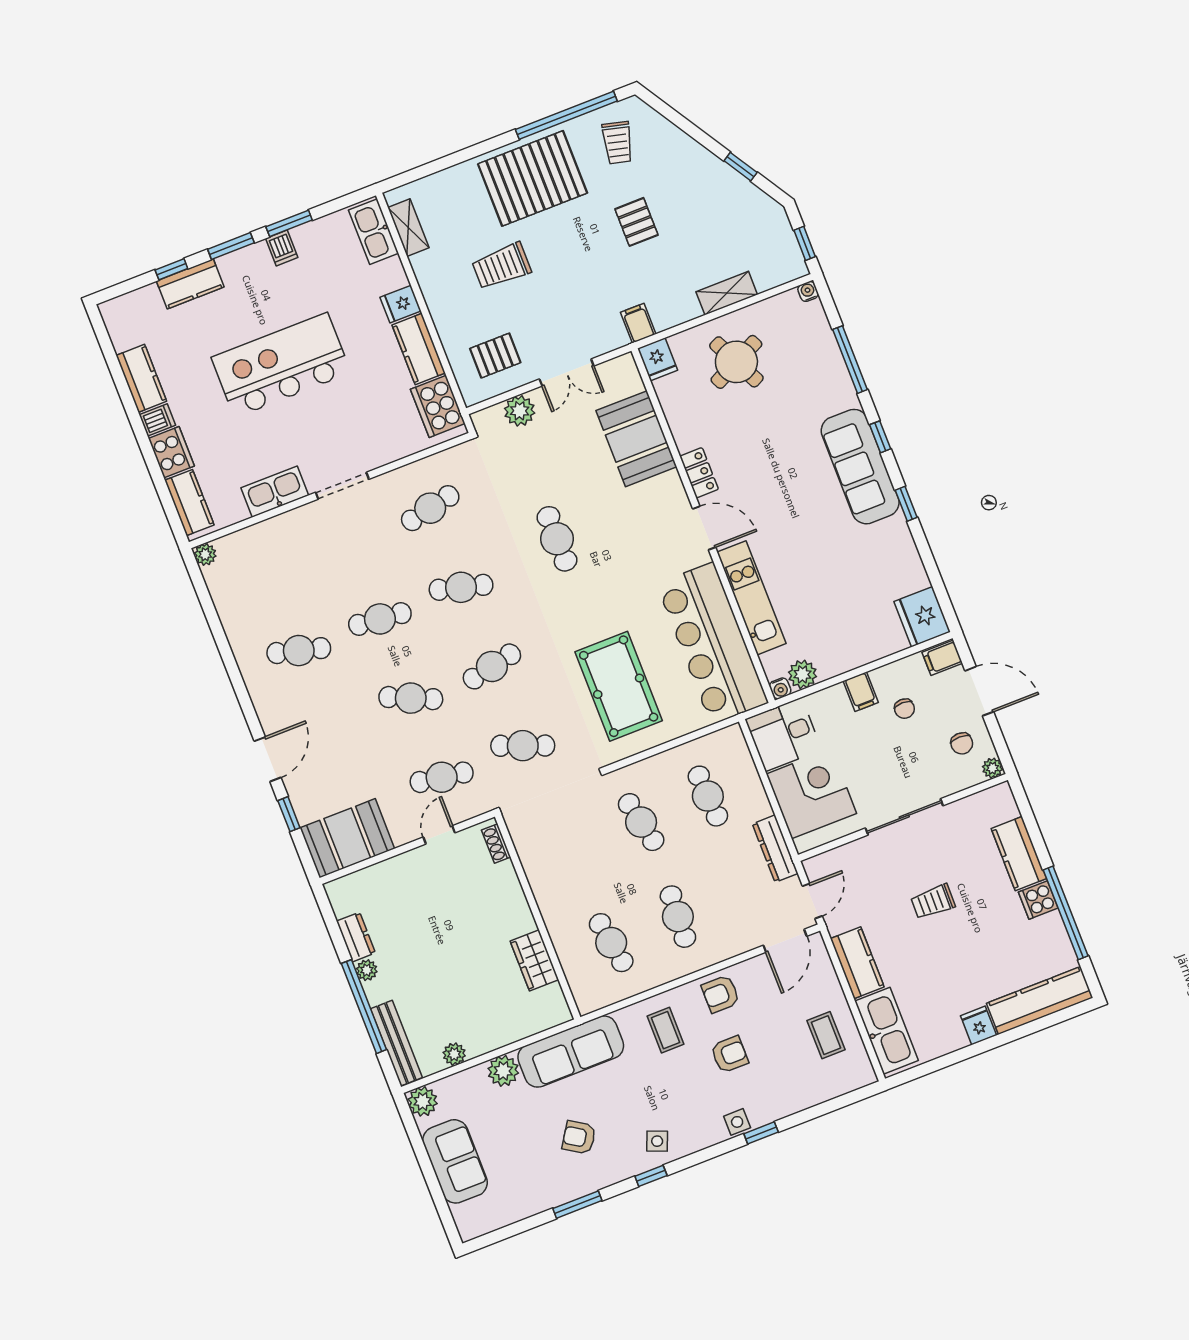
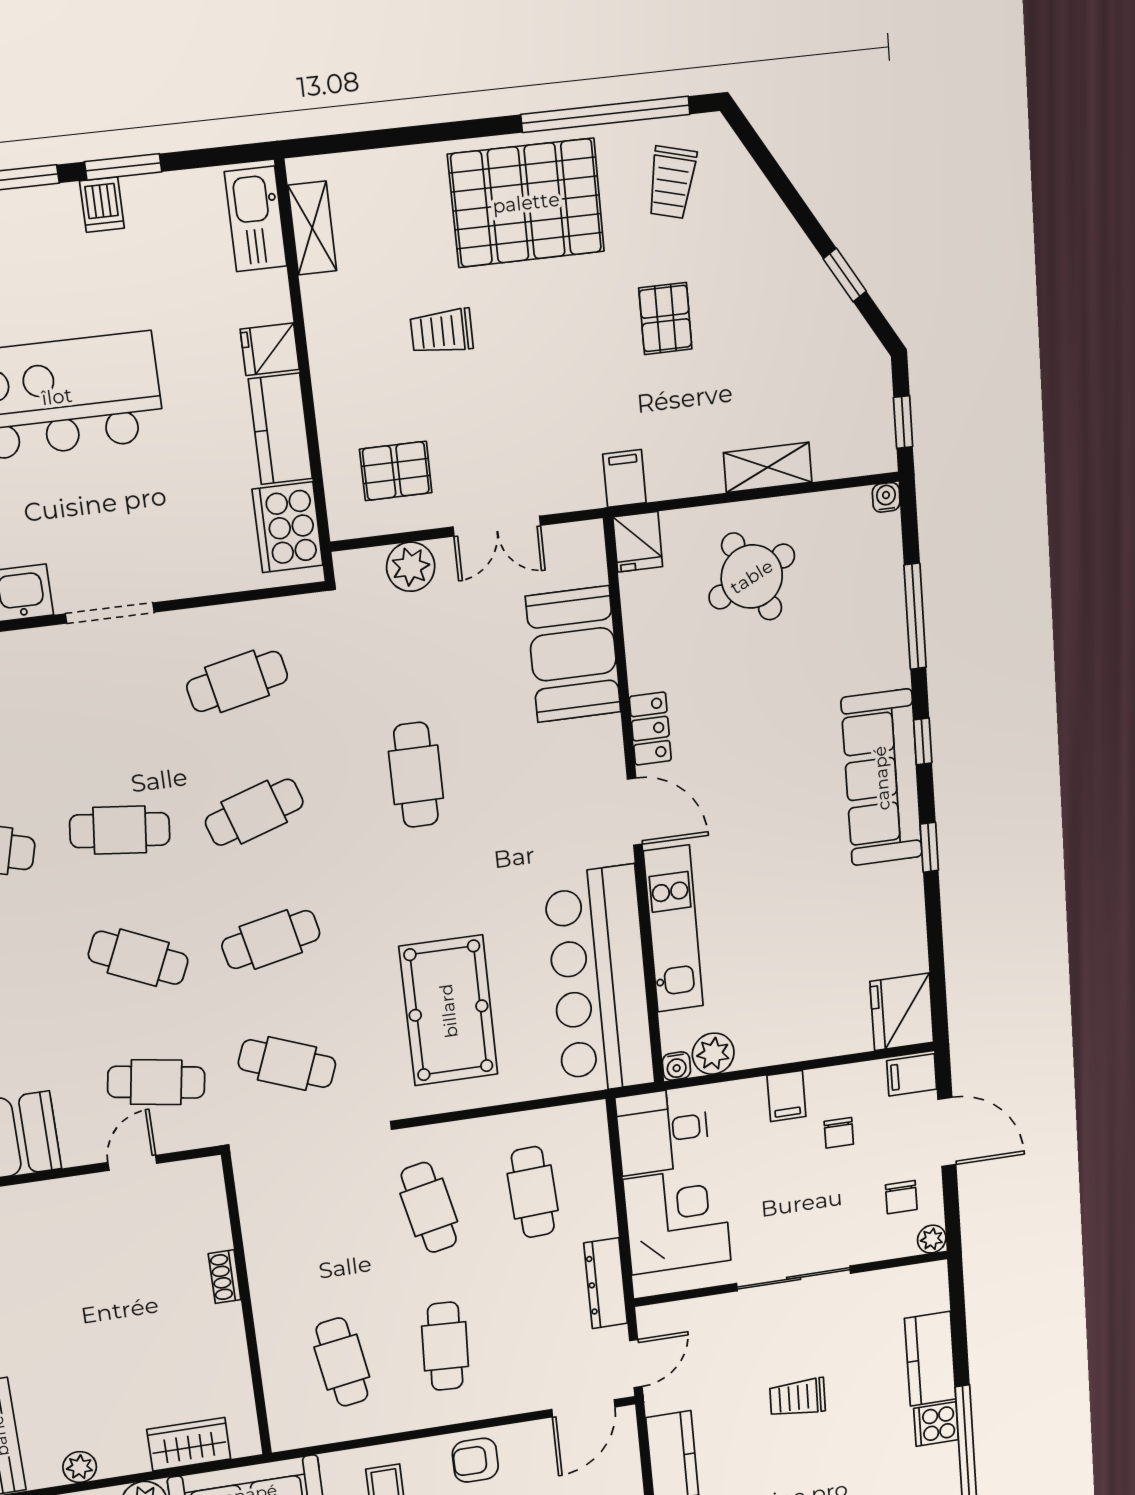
trolley: (501, 266) -> (442, 331), width x0.73, depth x0.72
cafe table: (461, 587) -> (254, 812), turned -33
shoe rack: (496, 844) -> (225, 1277), moved
wardrobe: (534, 960) -> (189, 1444), moved, turned 90

